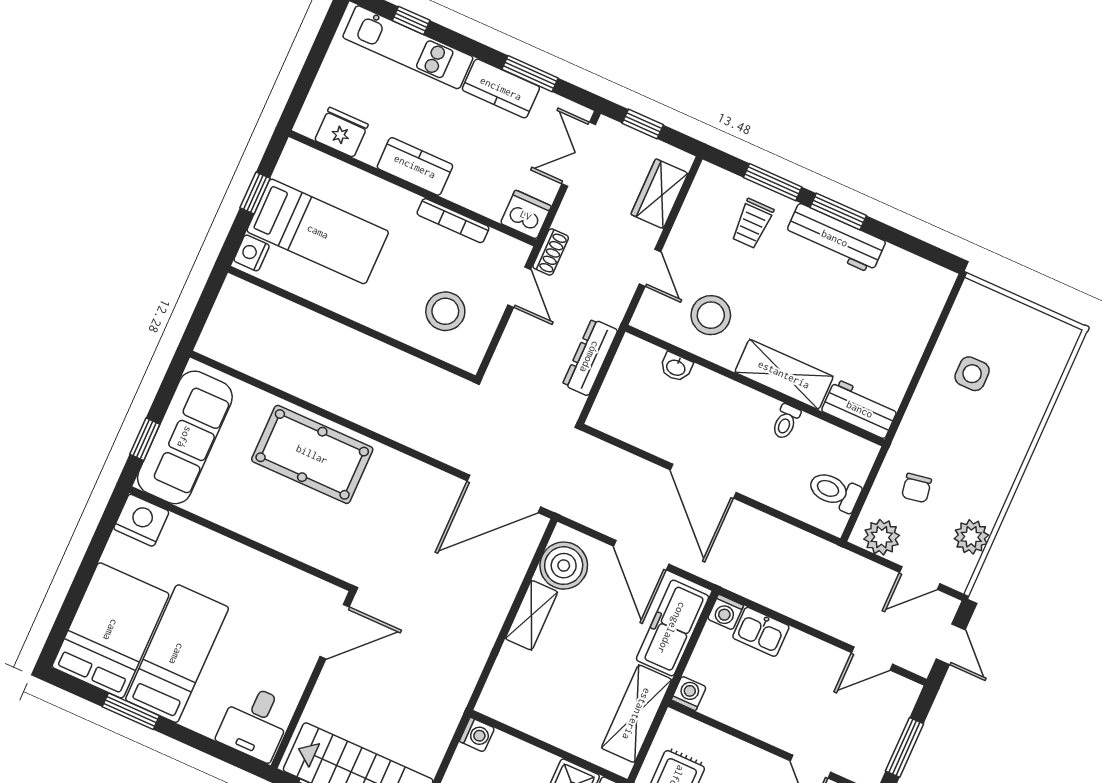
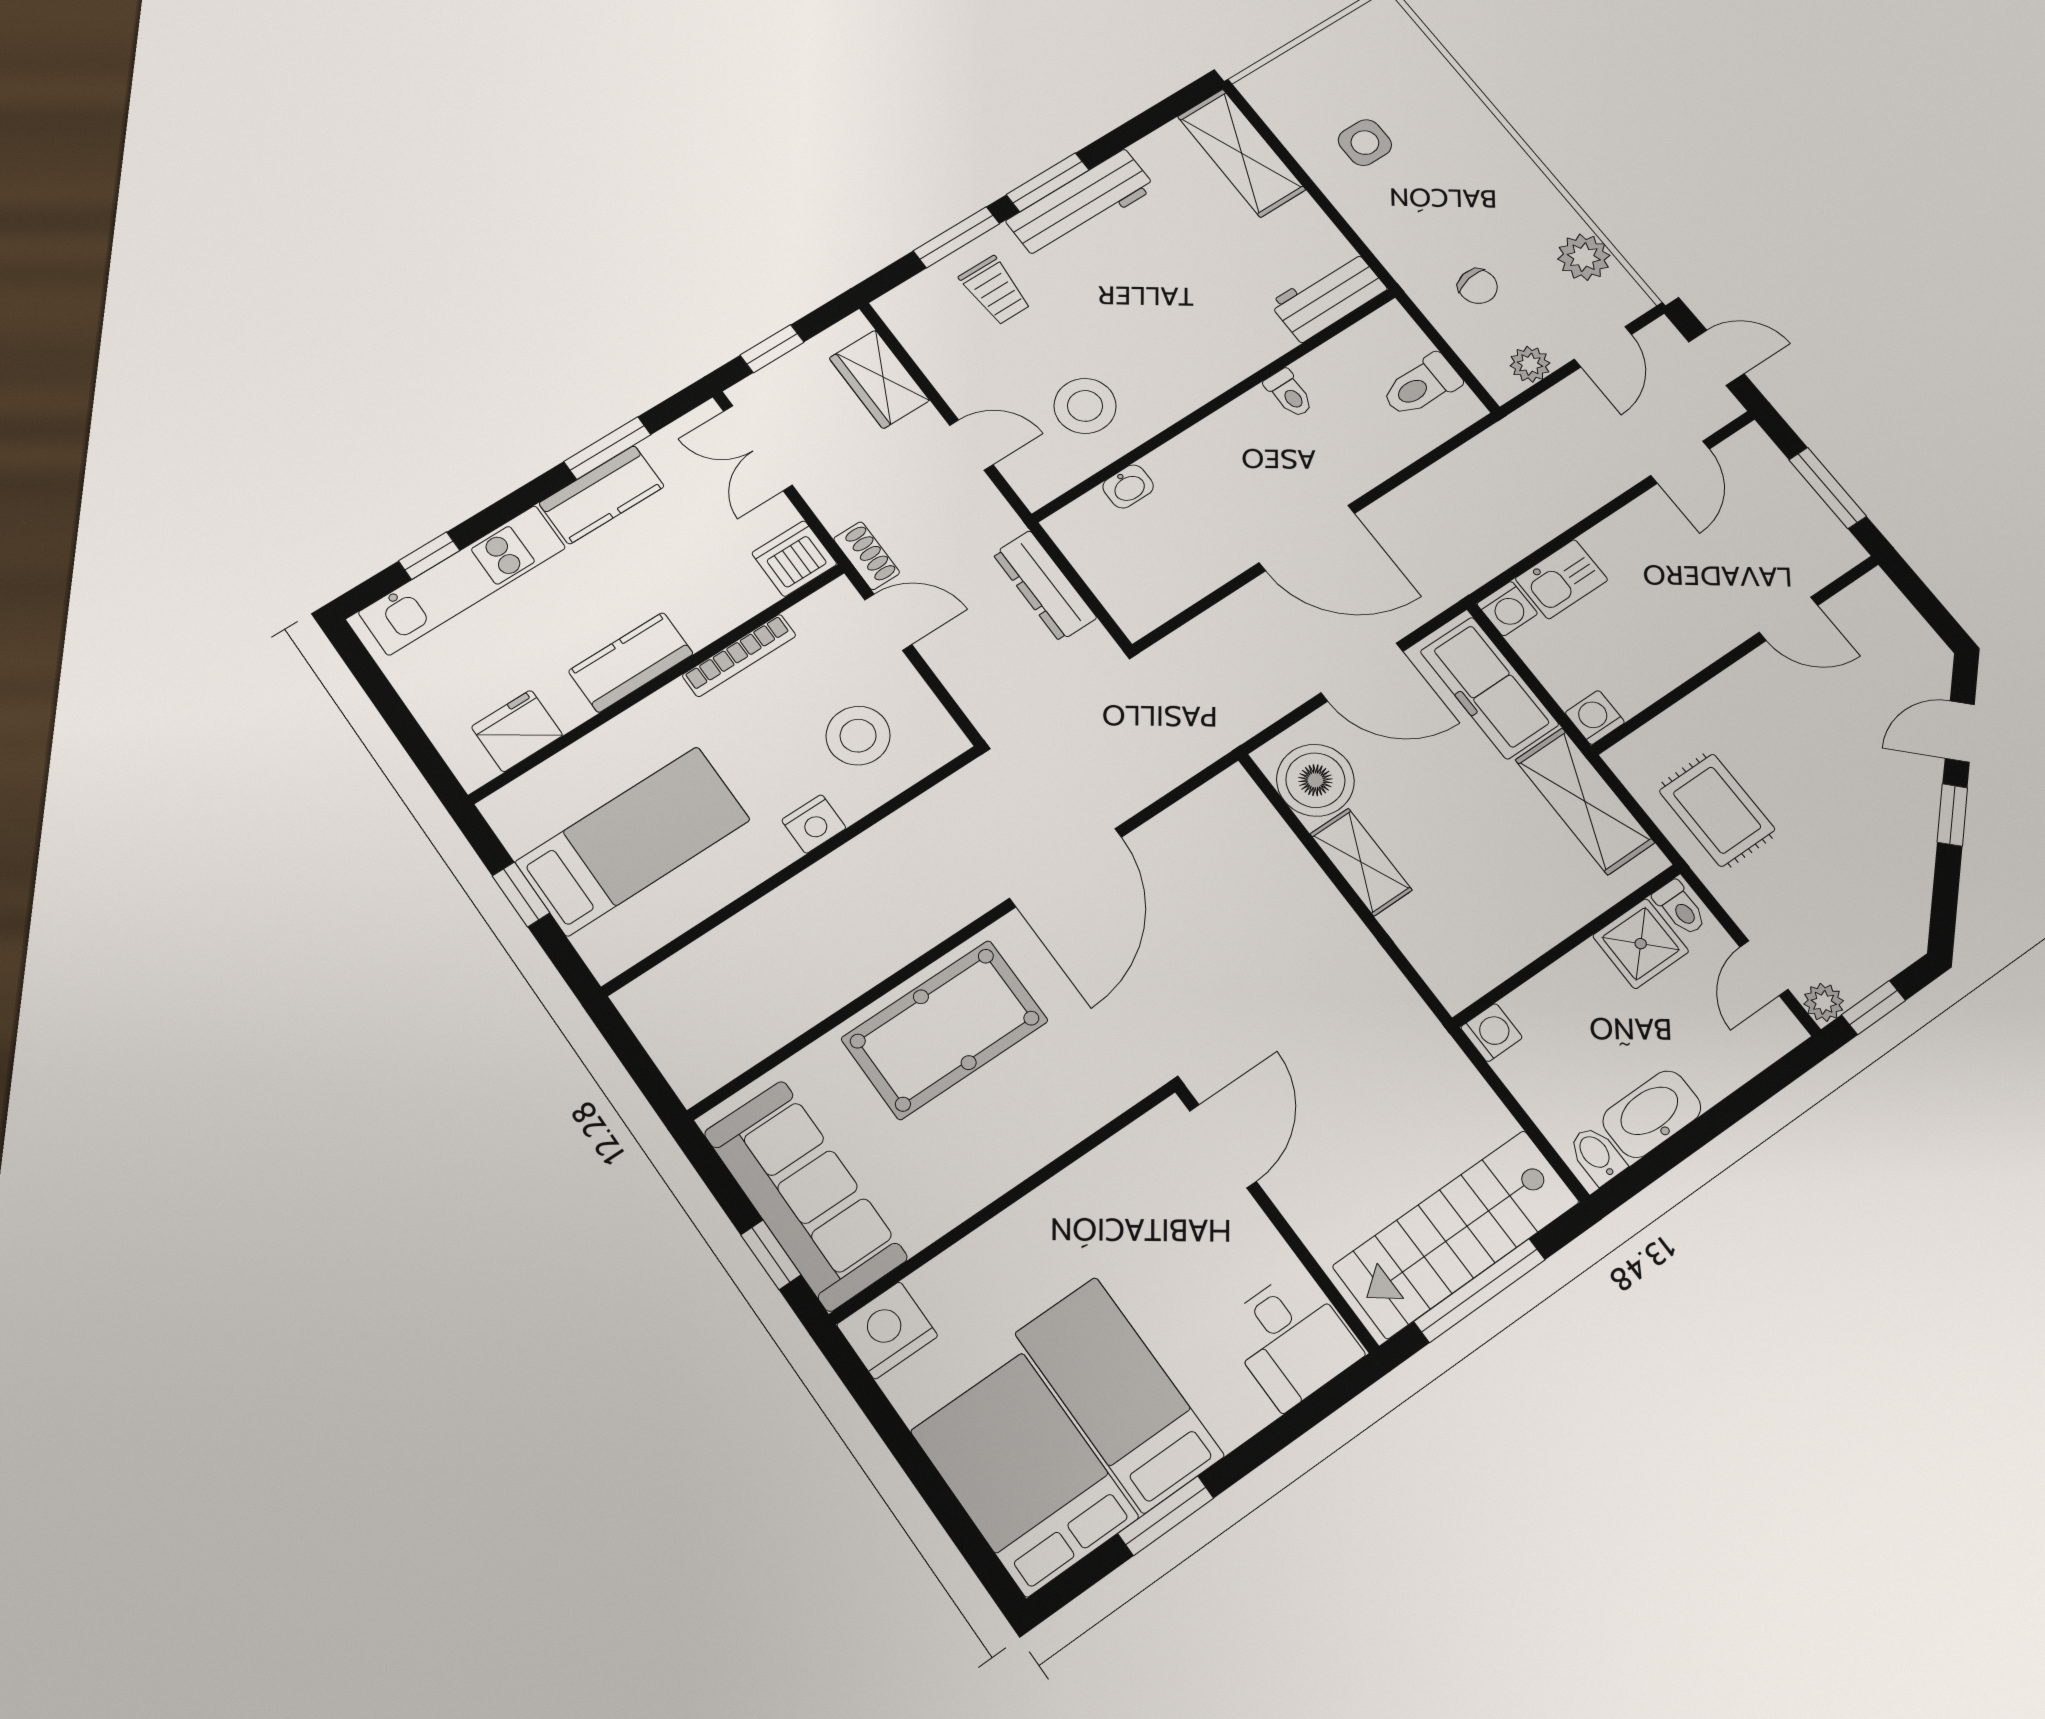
nightstand: (252, 253) -> (814, 824), moved, turned -90
shelving: (784, 374) -> (1241, 153), moved, turned 90
door: (504, 494) -> (1066, 868), moved
plant: (882, 537) -> (1530, 364), width x0.73, depth x0.73

